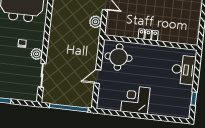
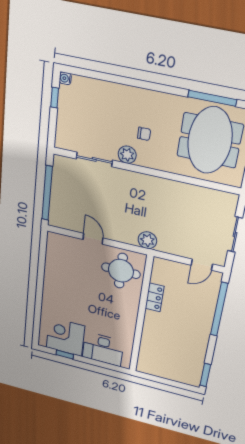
plant: (95, 22) -> (147, 240), moved
locker: (148, 35) -> (155, 297), moved
corner desk: (135, 100) -> (65, 337), moved, turned -90

